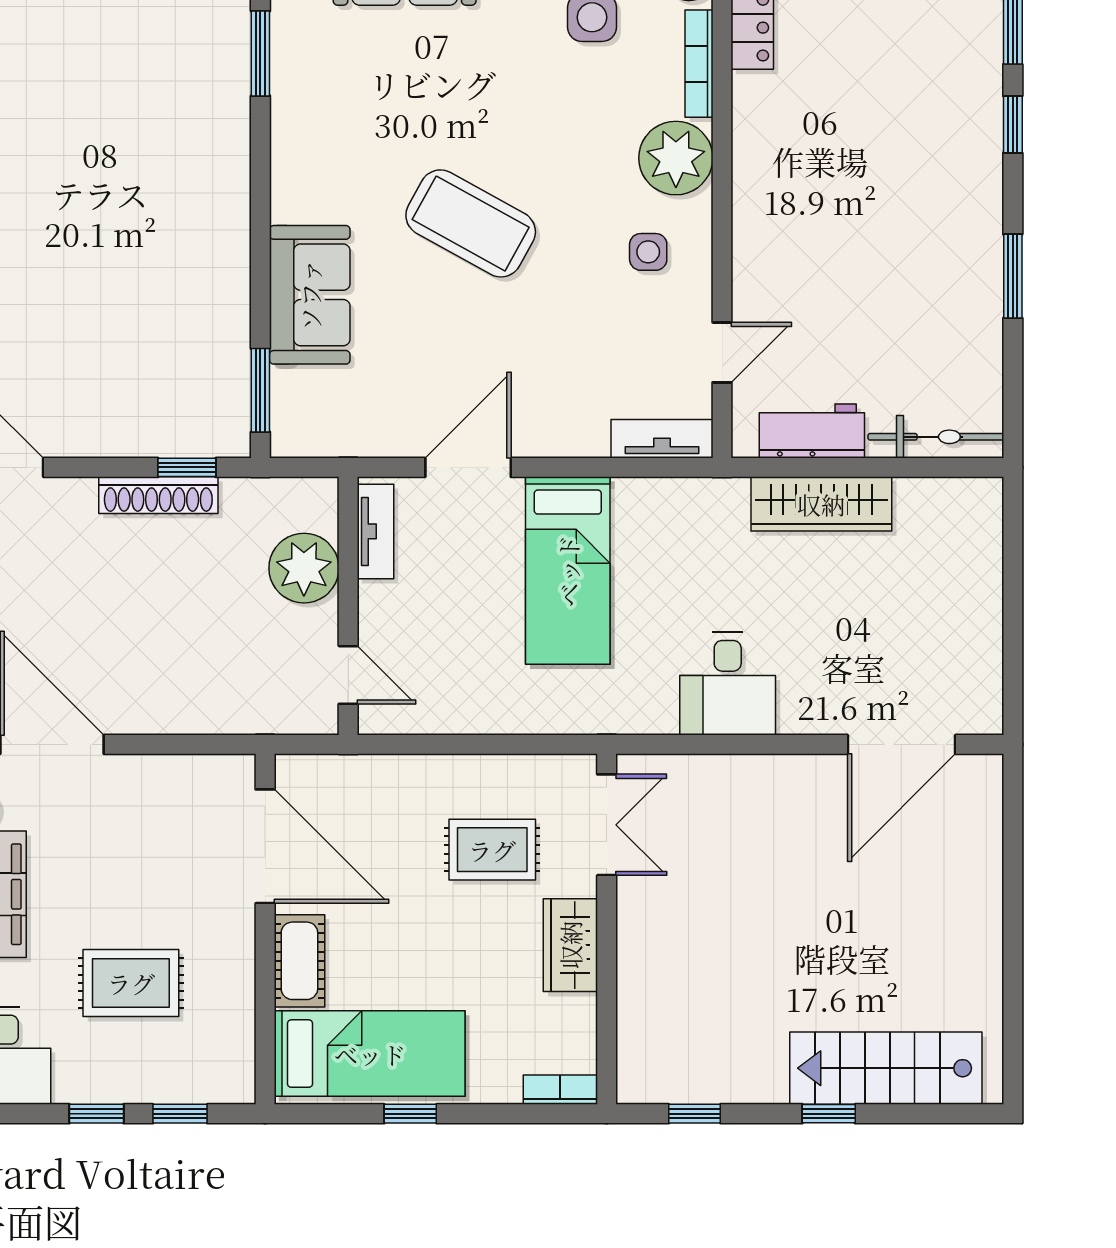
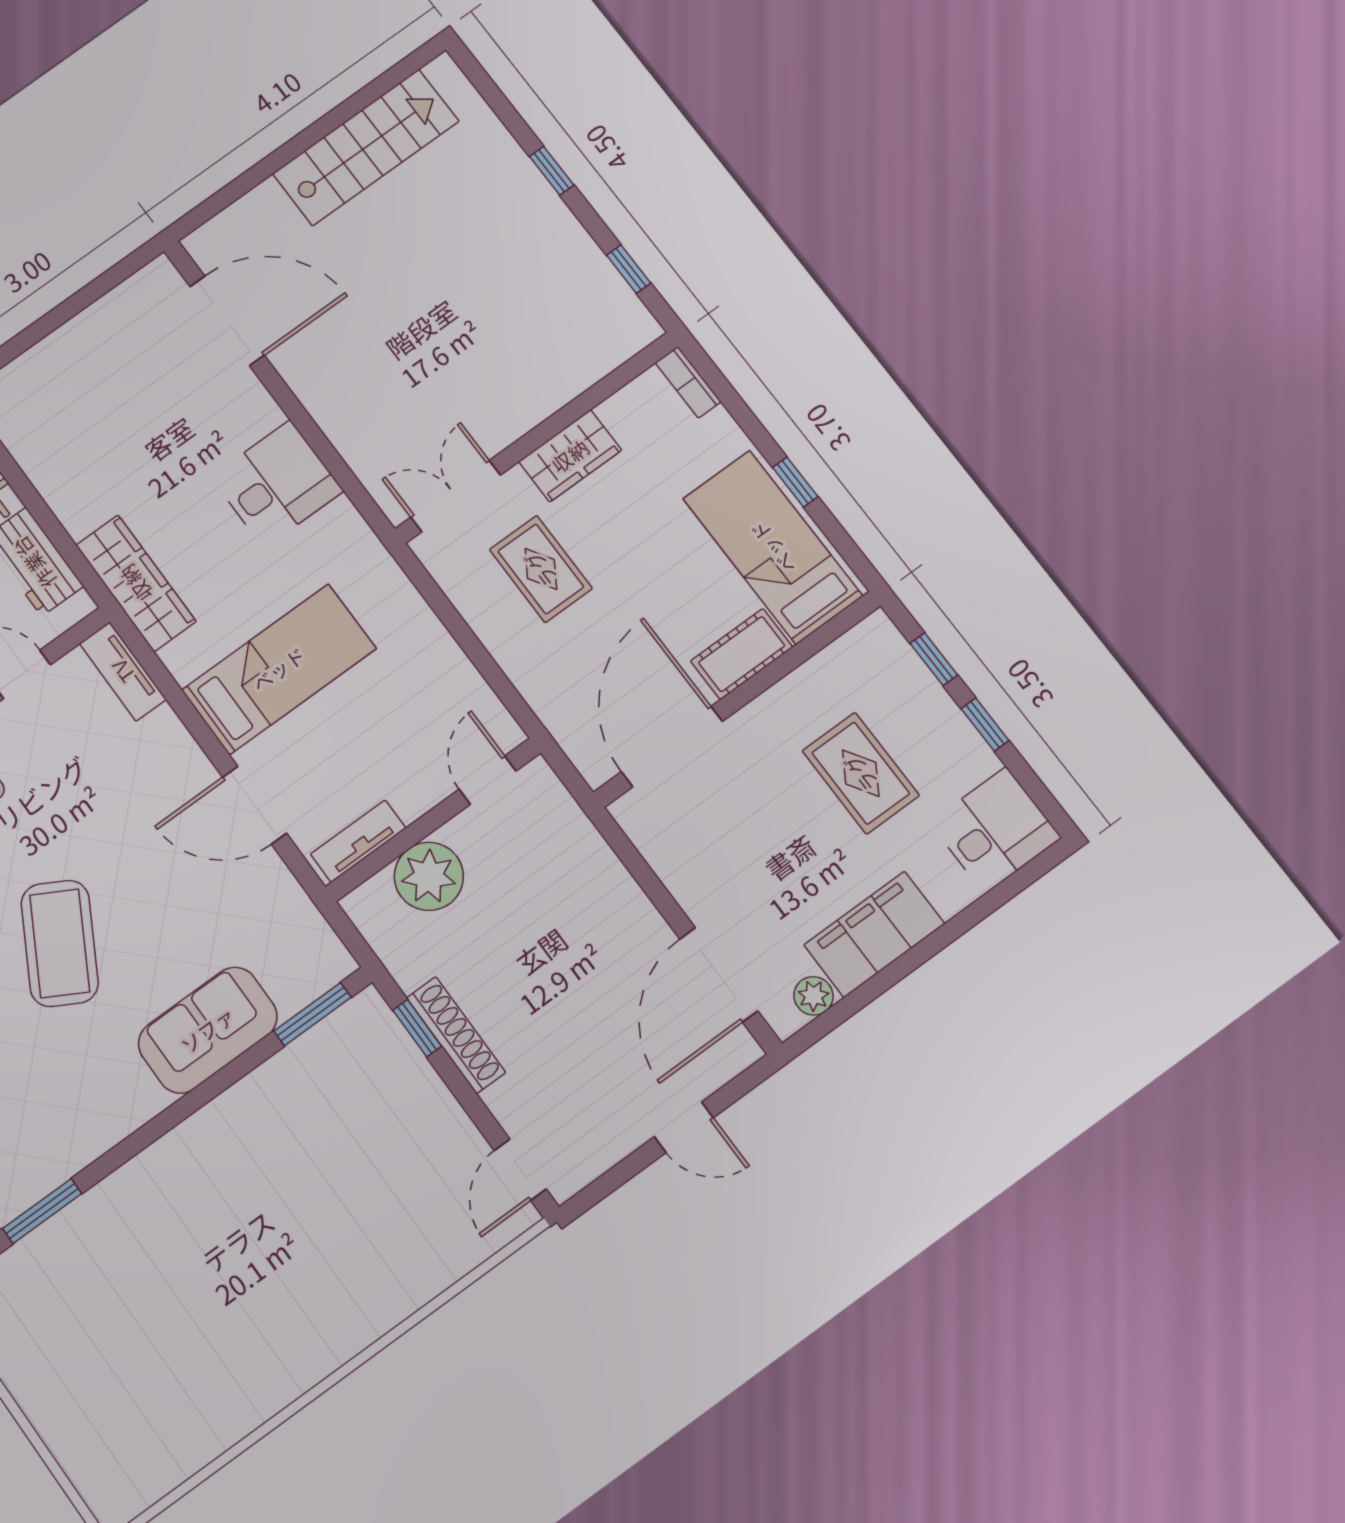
wardrobe: (821, 504) -> (136, 583), moved
stairs: (886, 1068) -> (366, 147), moved, turned -90

